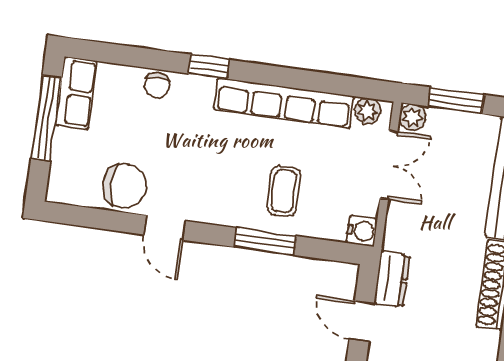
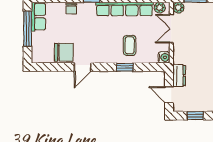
double door: (389, 165) -> (171, 29), swing flipped
door: (165, 228) -> (82, 67), hinge flipped
window: (265, 241) -> (125, 67), width x0.67

